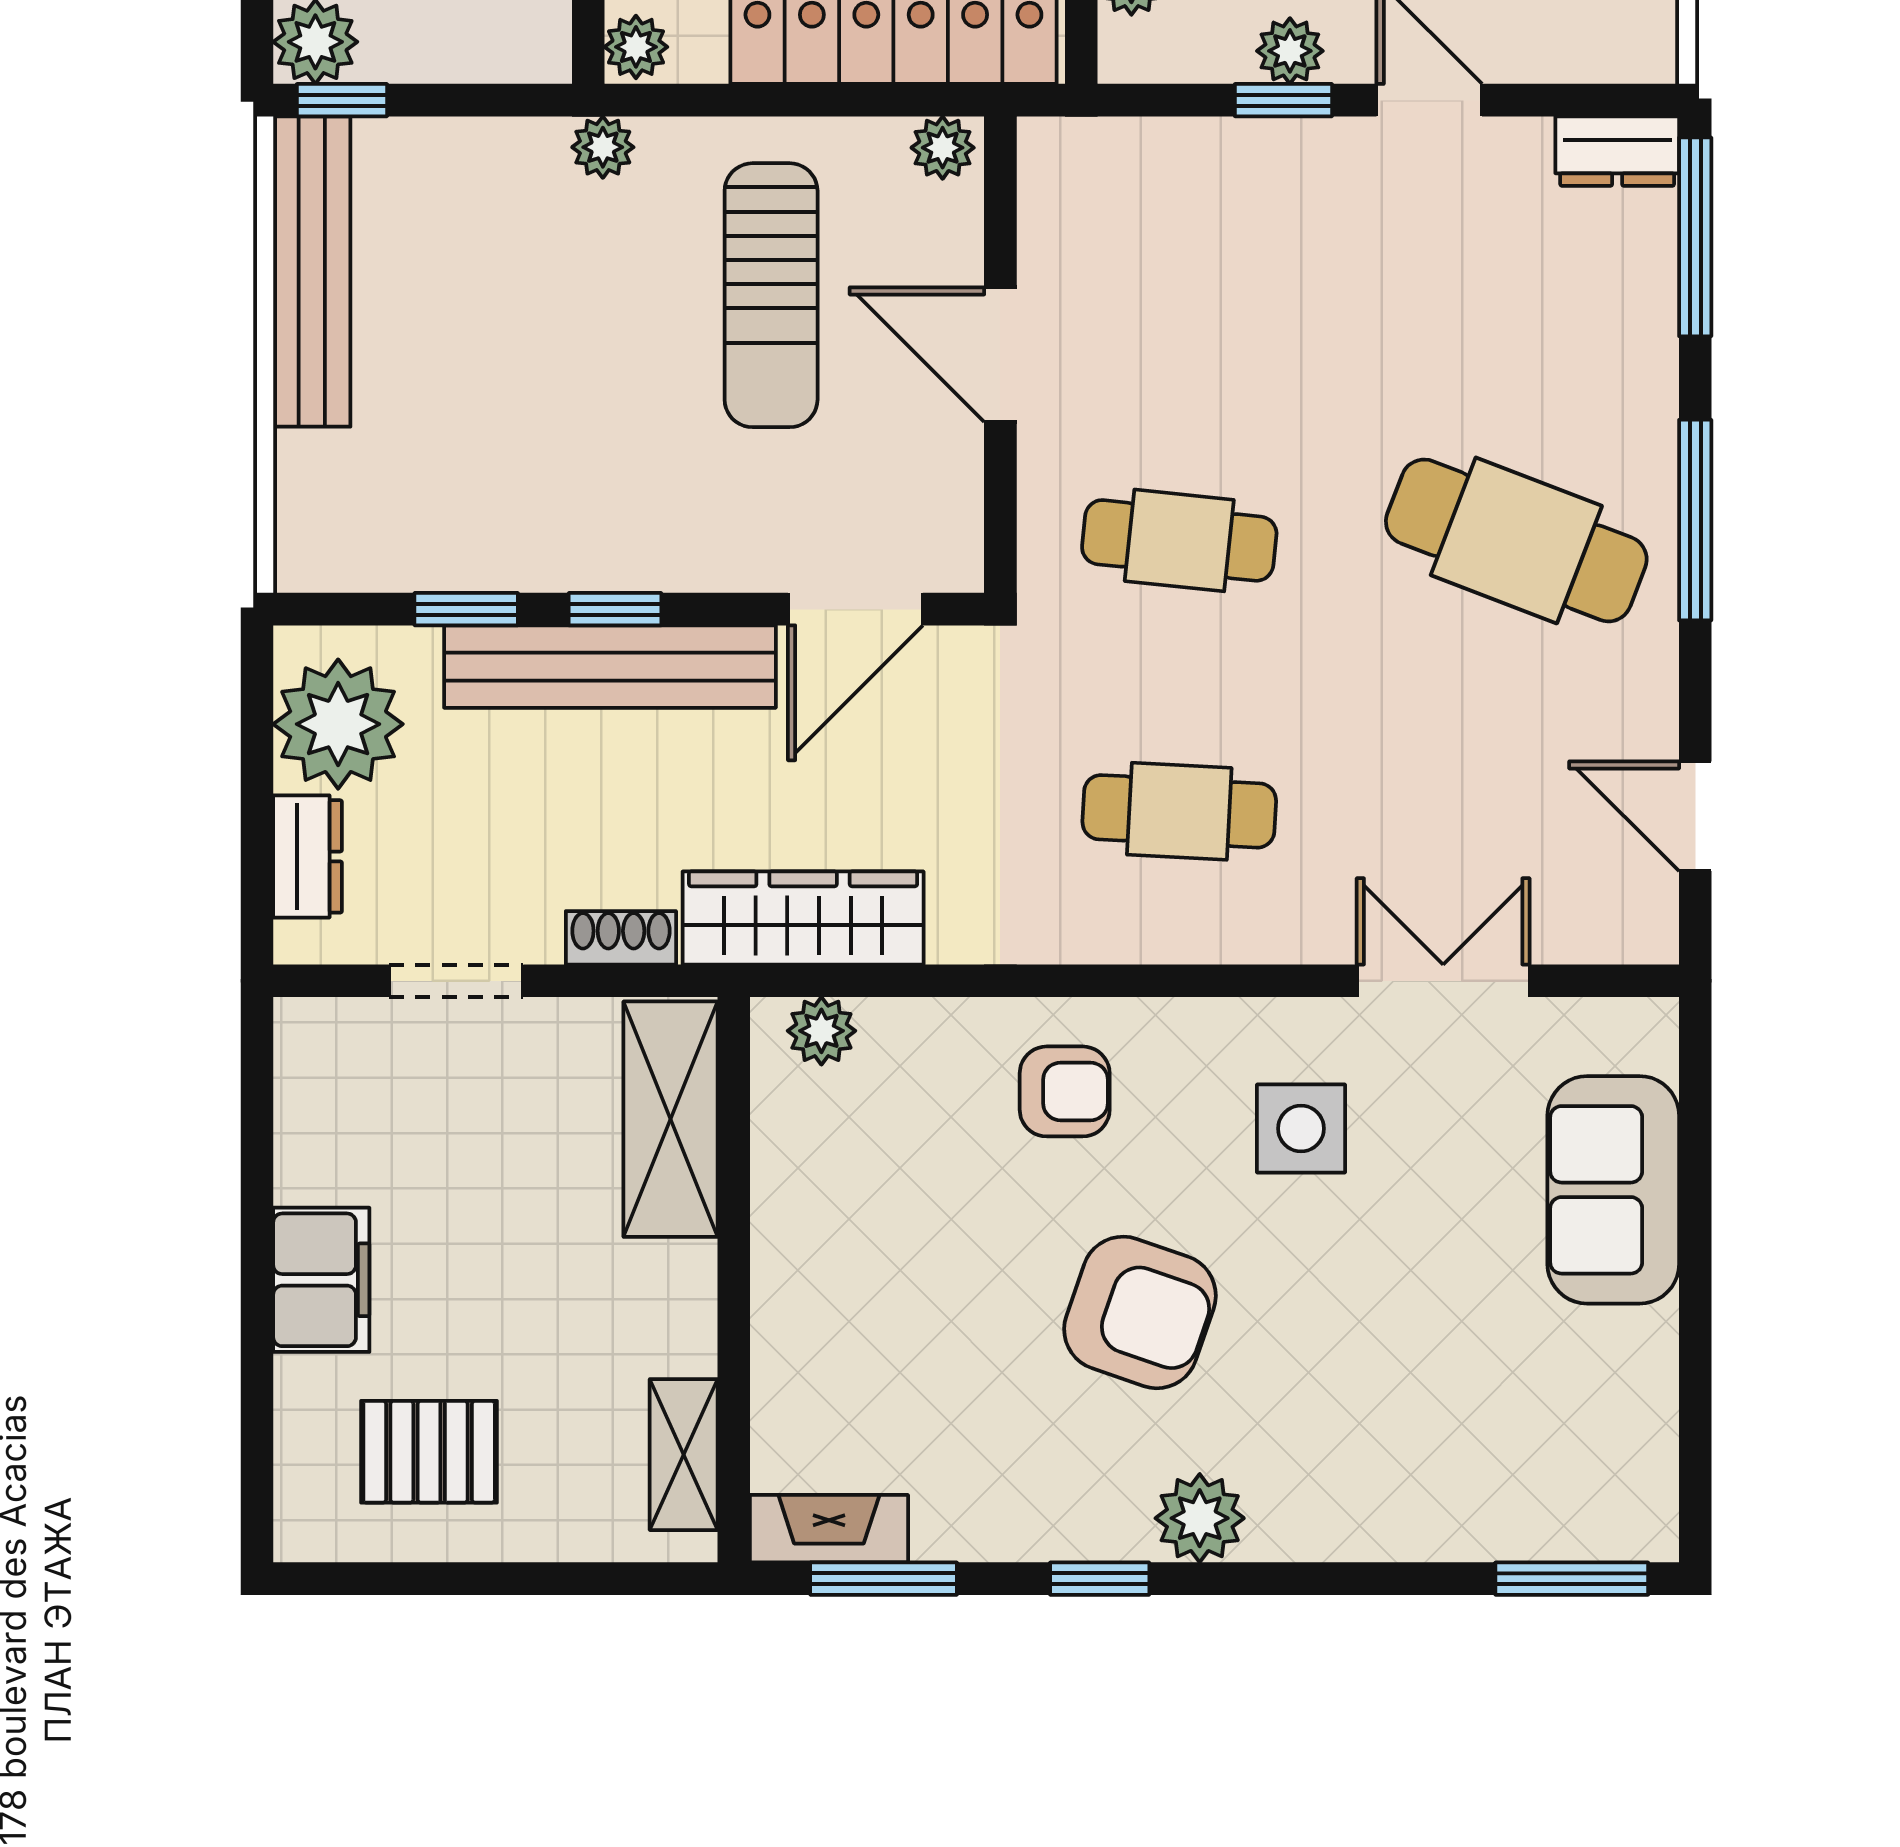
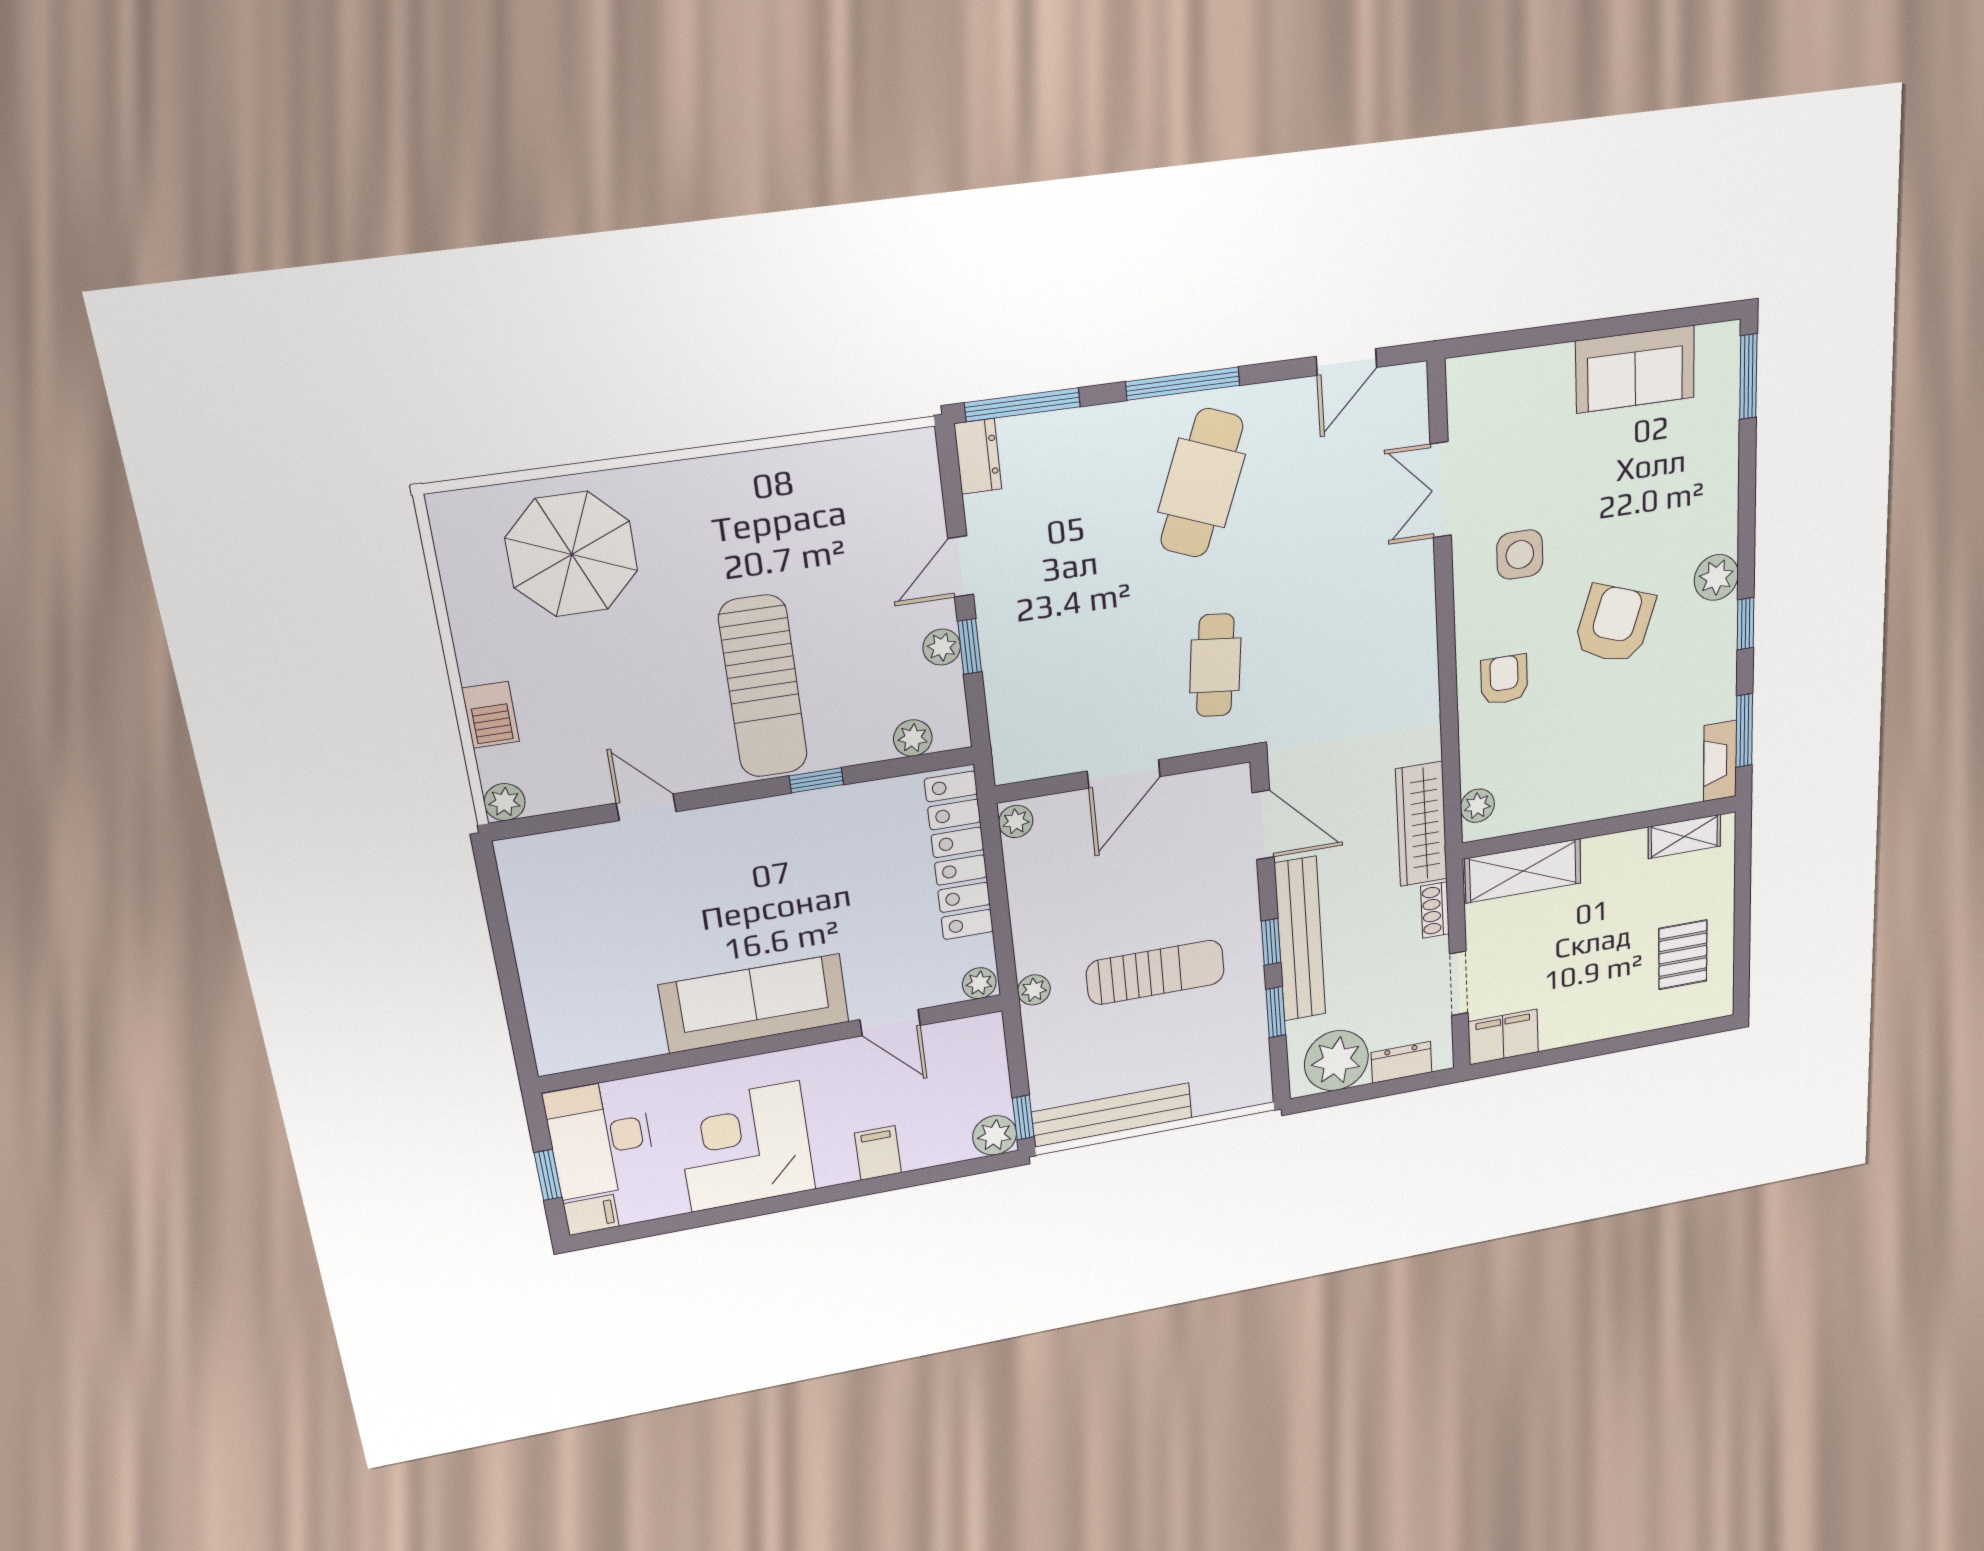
sun lounger: (771, 295) -> (1155, 972), moved
cafe table: (1179, 811) -> (1358, 643), removed
sofa: (1613, 1190) -> (1635, 369), moved
filing cabinet: (321, 1280) -> (1503, 1037), moved

